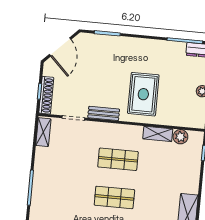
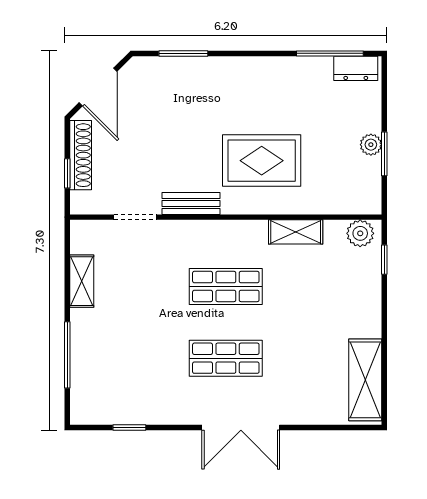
rug: (143, 94) -> (262, 161), turned 90
shoe rack: (46, 95) -> (81, 155), moved
shelving: (43, 132) -> (82, 281), moved
plant: (180, 137) -> (360, 233), moved

